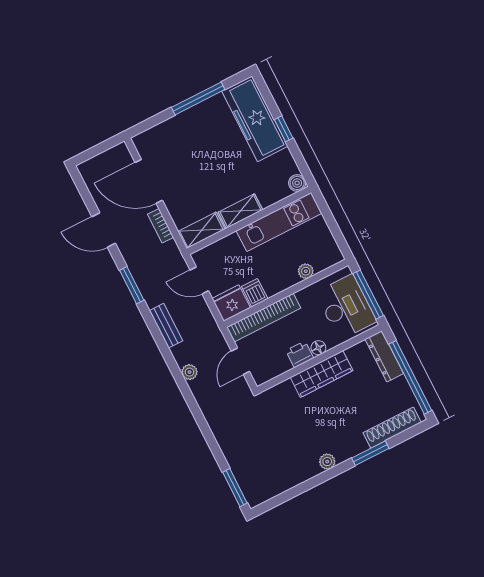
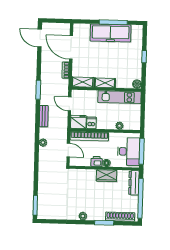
freezer: (255, 119) -> (111, 33), moved, turned -90
door: (104, 230) -> (40, 38), moved
door: (240, 361) -> (68, 150), swing flipped
wardrobe: (322, 374) -> (107, 176), width x0.67

